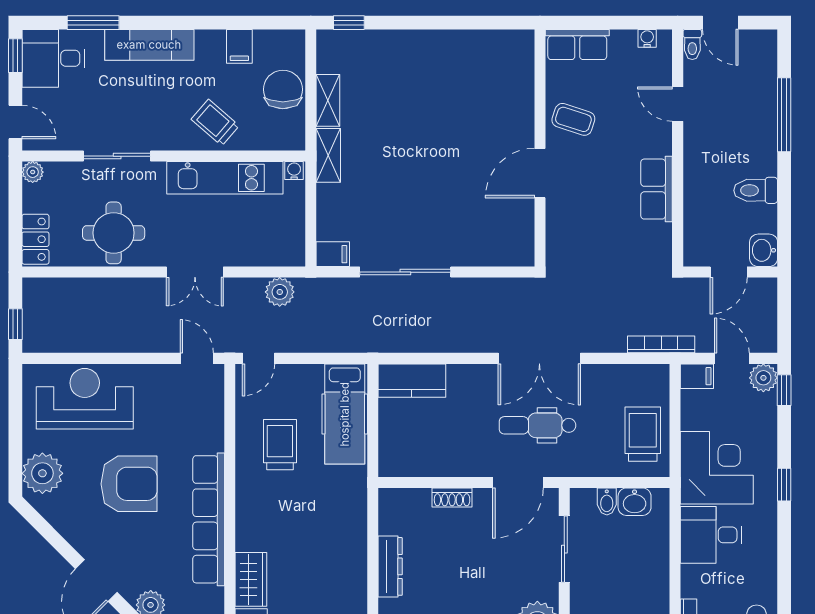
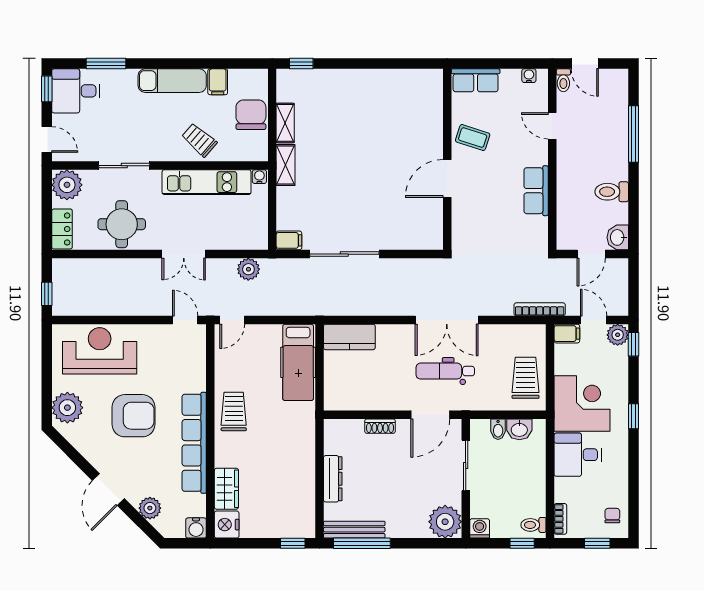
exam couch: (149, 45) -> (172, 81), moved
plant: (33, 172) -> (67, 185), width x1.88, depth x1.88
trolley: (280, 445) -> (234, 411), moved

